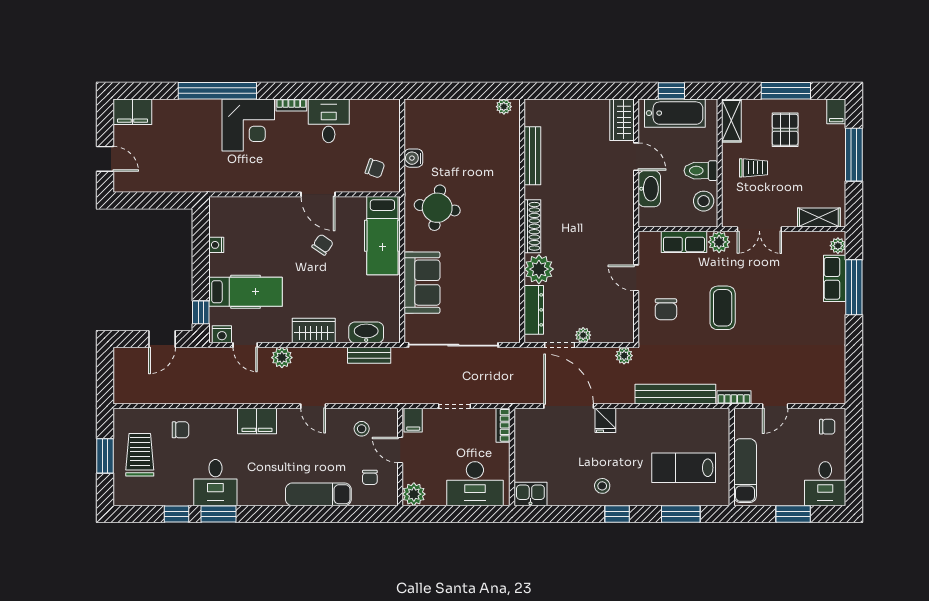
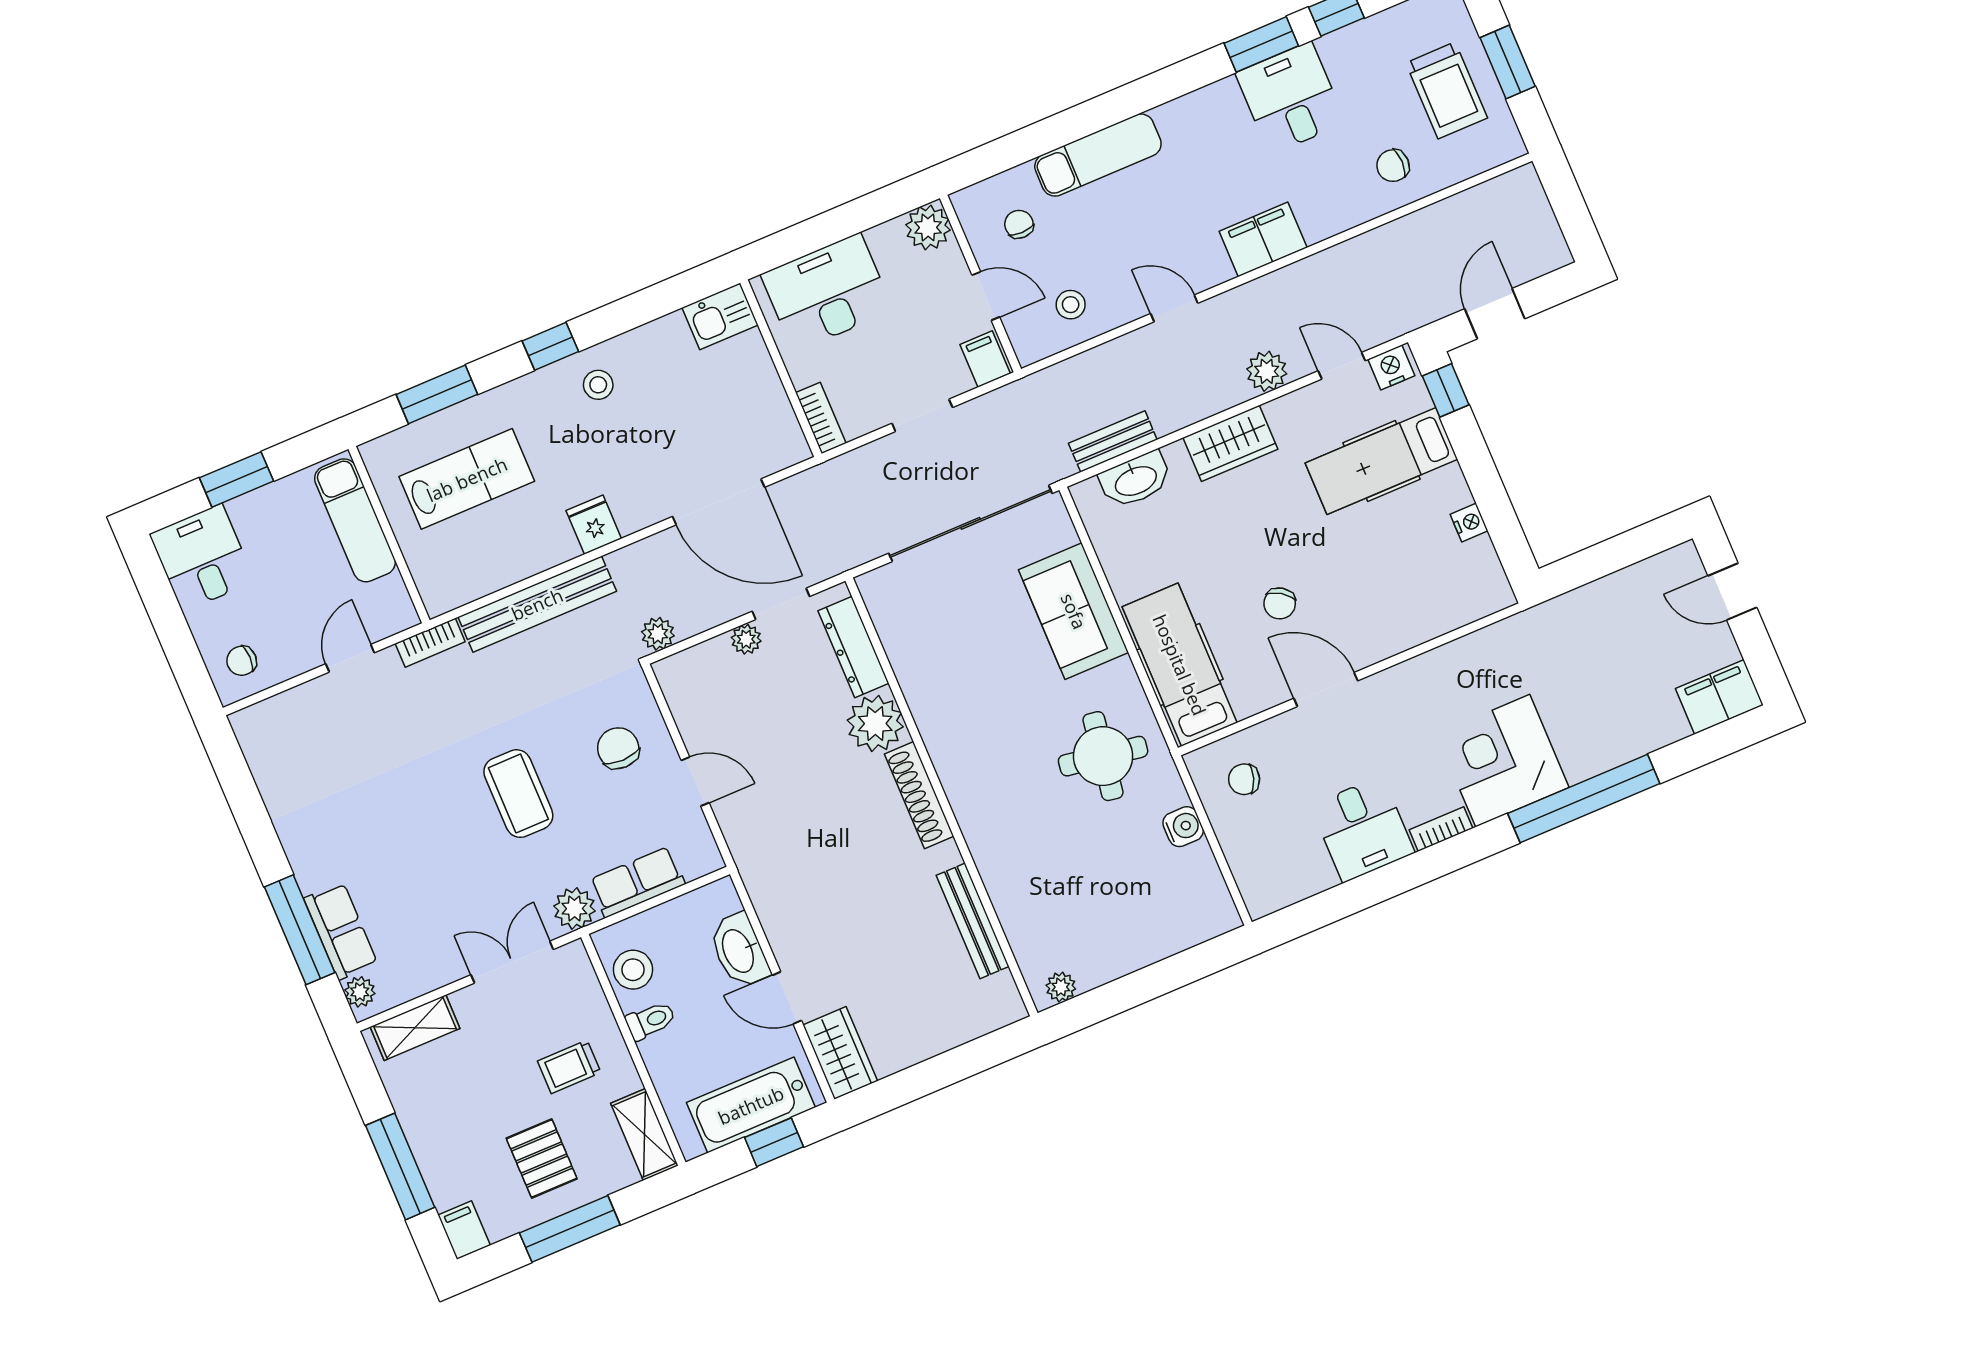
toilet: (701, 171) -> (650, 1021), width x0.73, depth x0.72
fridge: (605, 420) -> (594, 525), moved

